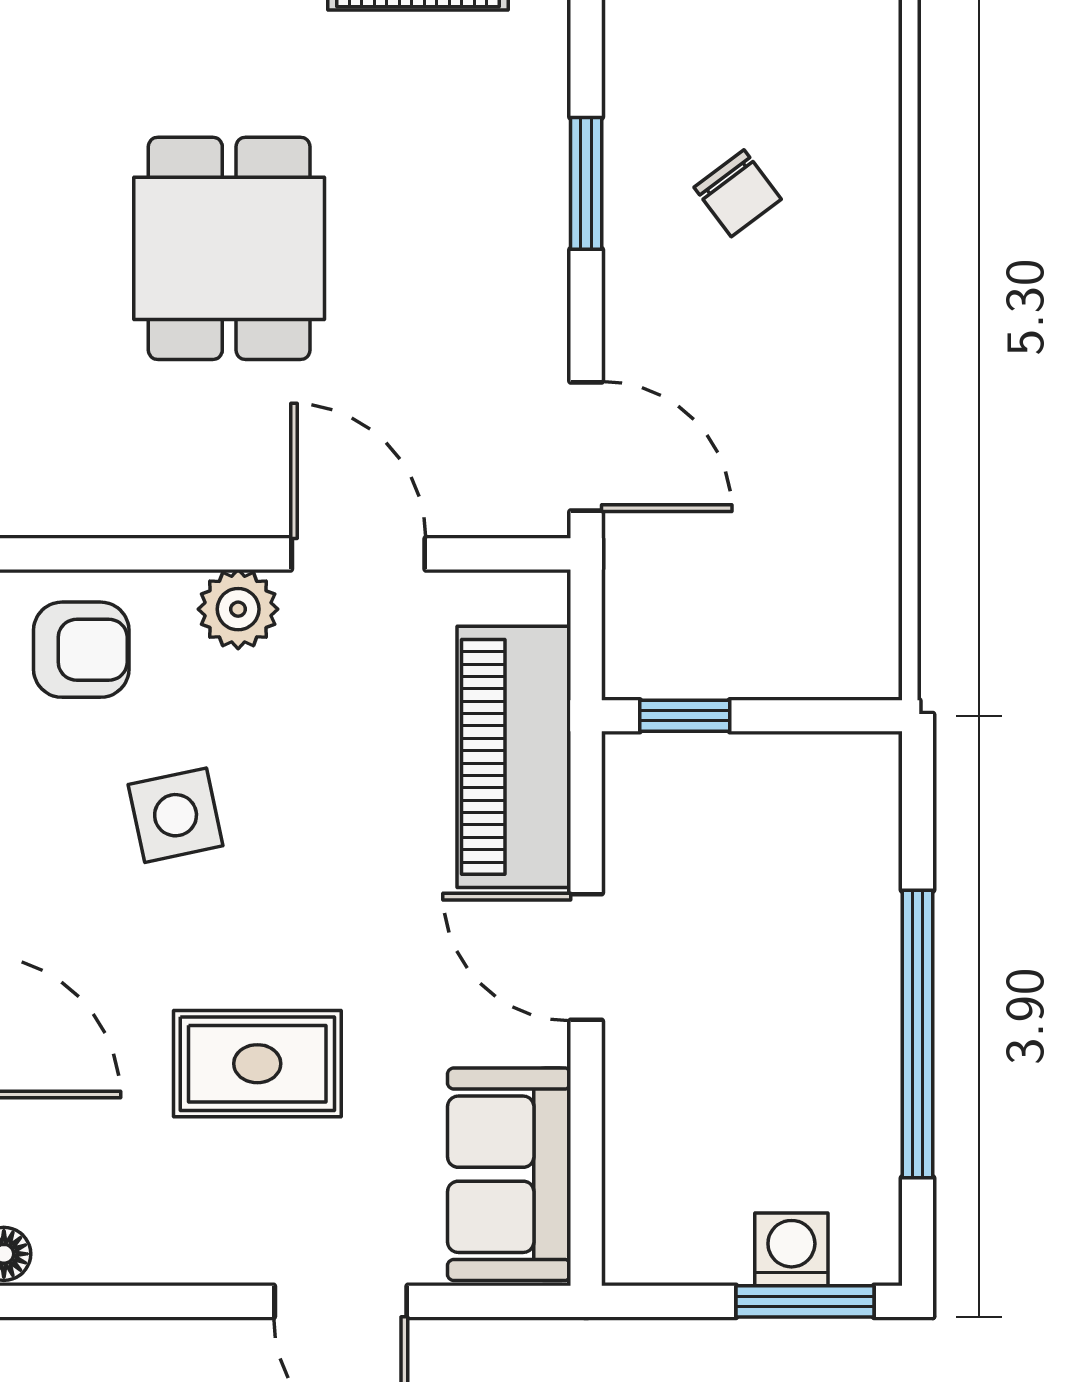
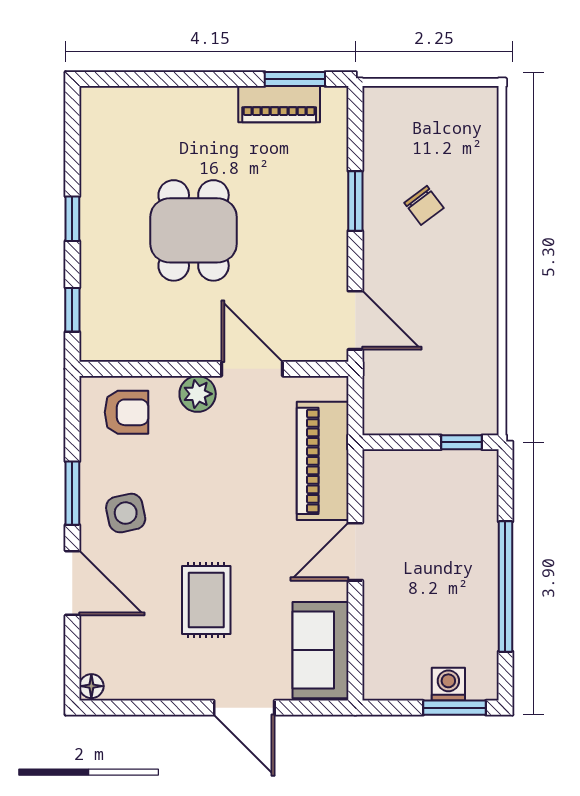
window: (685, 716) -> (462, 442), moved
side table: (176, 815) -> (126, 513), moved
door: (586, 957) -> (355, 552), hinge flipped
rug: (257, 1064) -> (206, 600), turned 90

